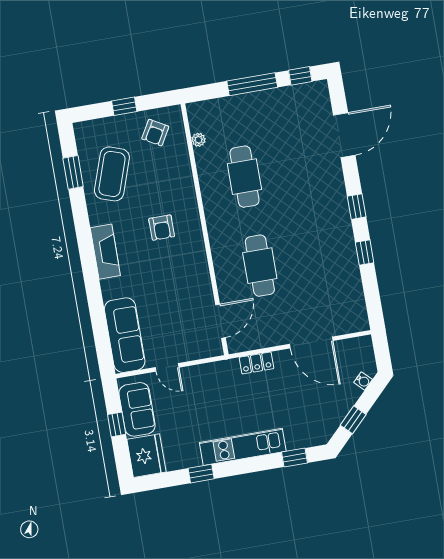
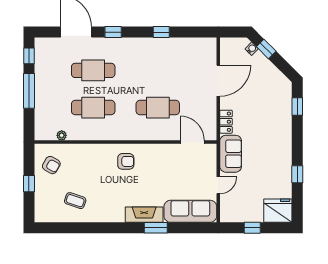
cafe table: (296, 168) -> (93, 70), added
window: (73, 172) -> (156, 228), moved
coffee table: (112, 174) -> (75, 201), width x0.54, depth x0.58
window: (357, 207) -> (113, 32), moved
armchair: (162, 228) -> (126, 161), moved
fireplace: (105, 252) -> (144, 215), moved
sofa: (137, 409) -> (231, 154), moved, turned 90
window: (353, 420) -> (266, 49), moved
kitchen unit: (243, 447) -> (283, 142), removed

